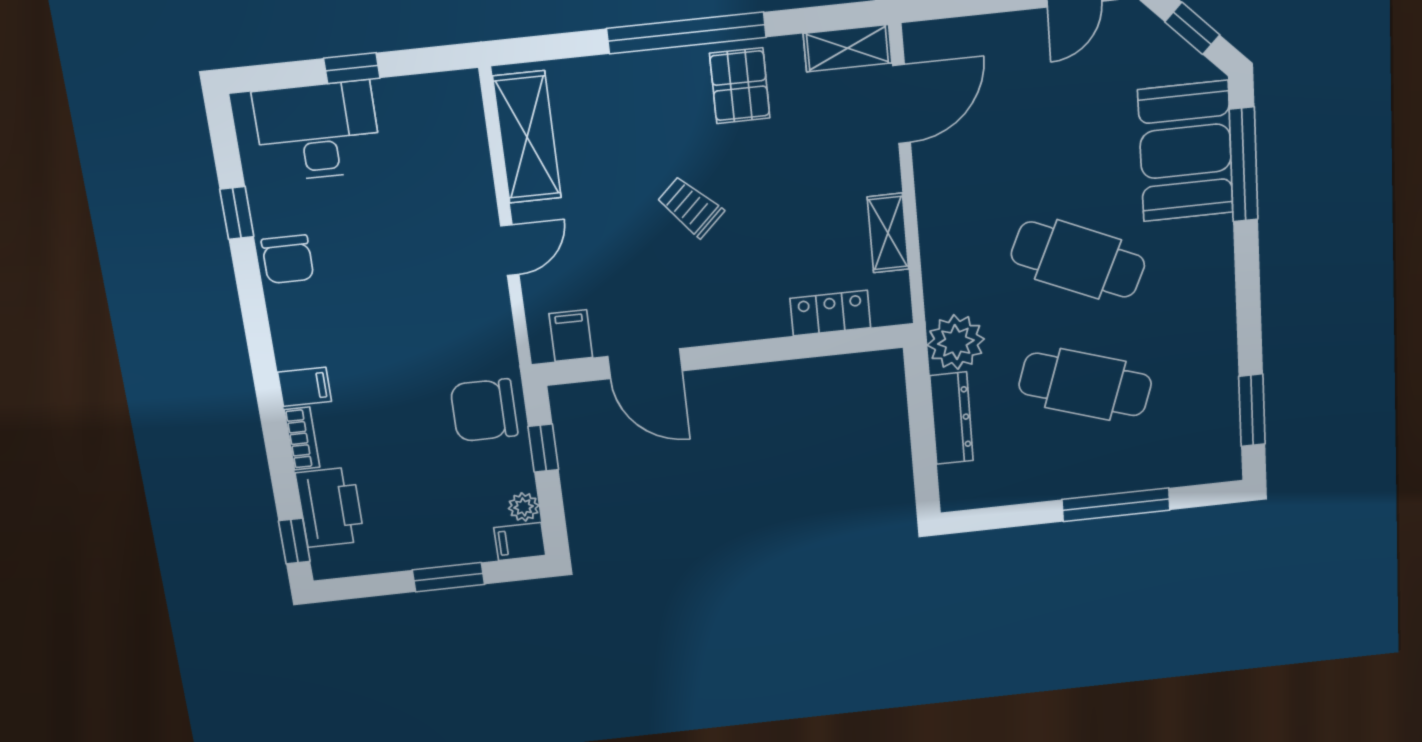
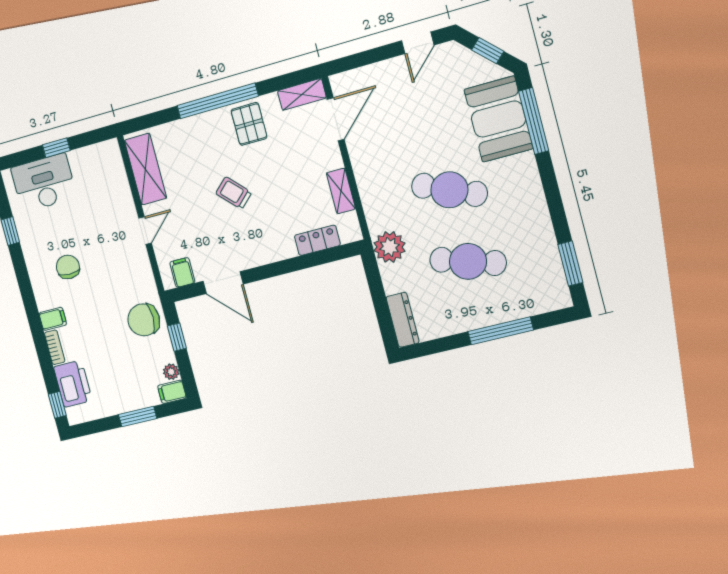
chair: (288, 259) -> (68, 267), moved, turned 180
dresser: (952, 418) -> (403, 320), moved

